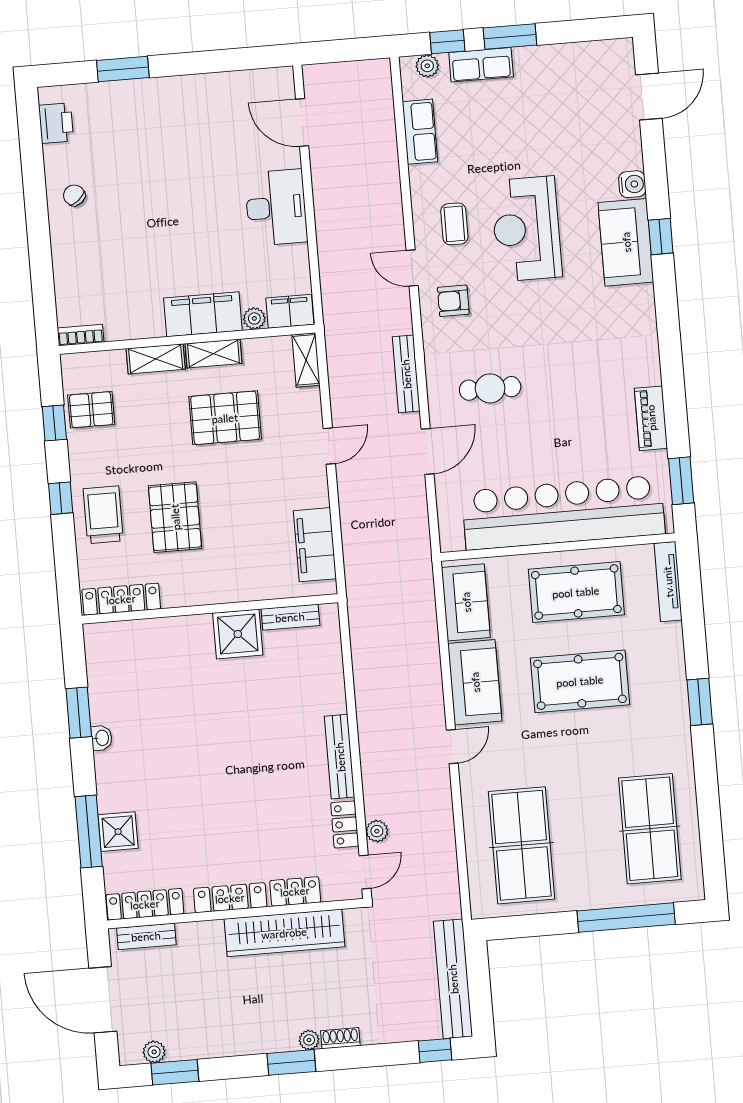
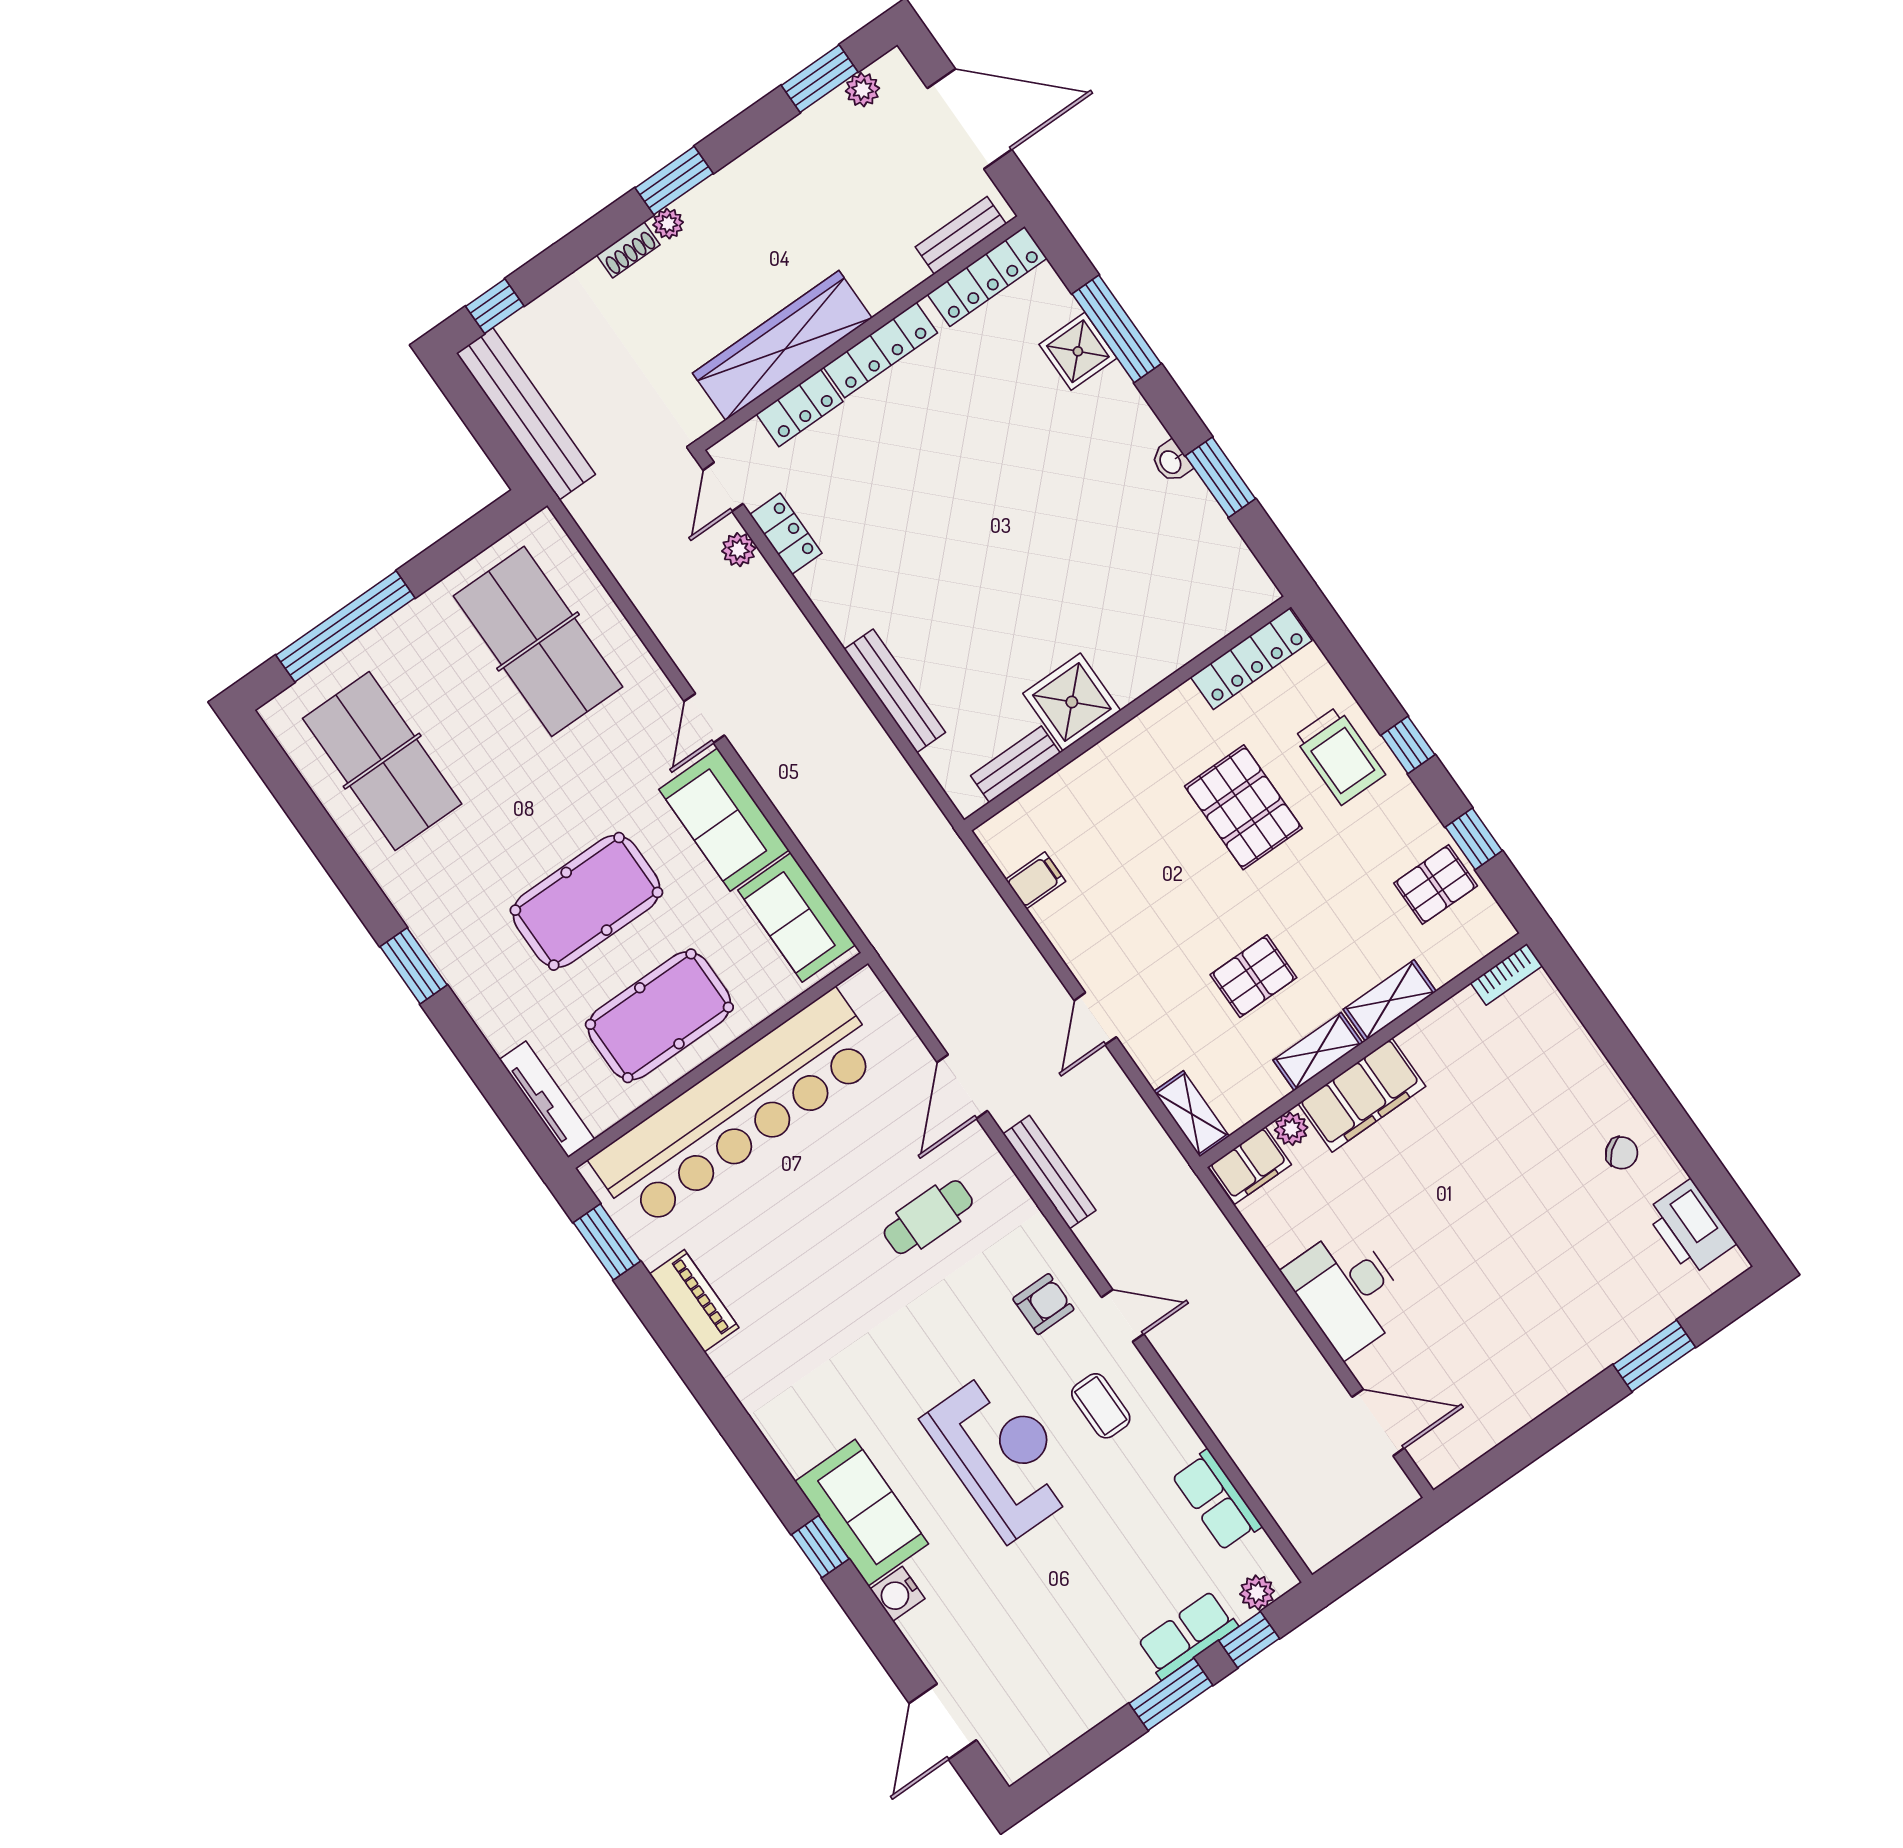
printer: (56, 123) -> (1690, 1228), width x1.37, depth x1.19
pallet: (225, 418) -> (1253, 976), width x0.67, depth x0.71
filing cabinet: (315, 545) -> (1036, 880), width x0.33, depth x0.86
bench: (340, 757) -> (895, 691), moved

